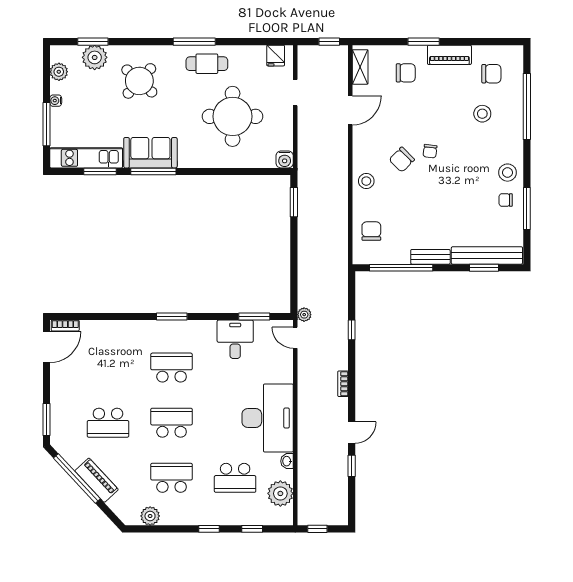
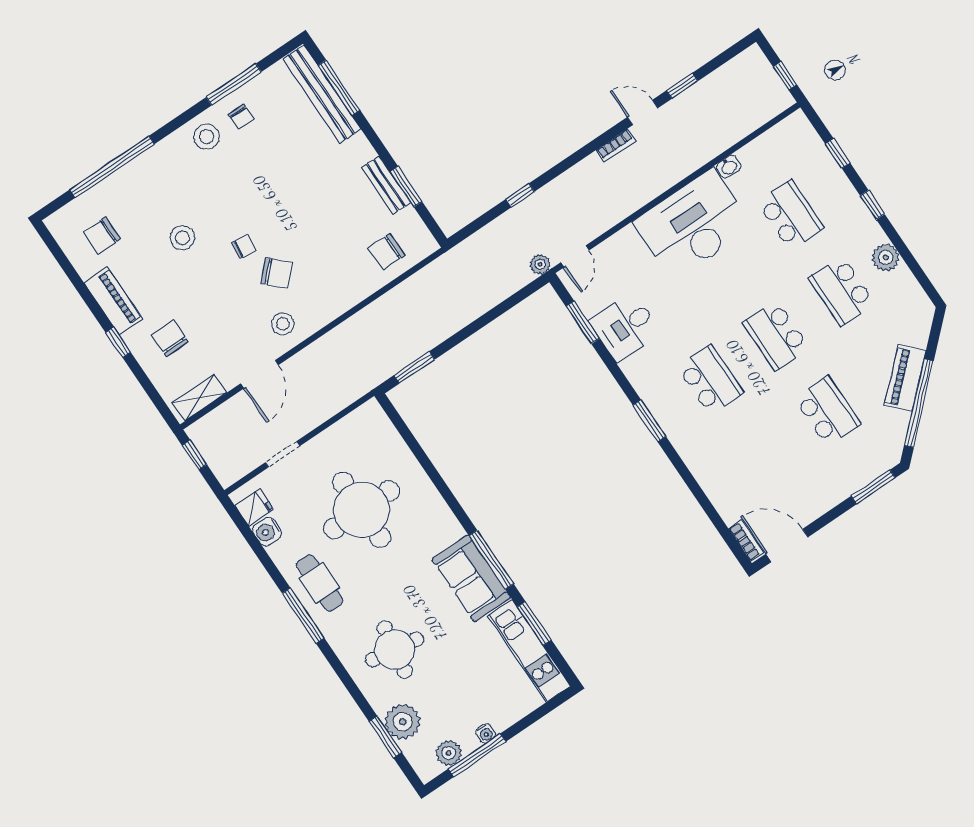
window: (424, 42) -> (118, 342), width x0.67
chair: (491, 74) -> (102, 236), turned -90
round table: (139, 81) -> (395, 650), turned -33
door: (350, 110) -> (259, 374), swing flipped
stool: (482, 114) -> (182, 238), moved
window: (46, 124) -> (477, 755), moved
water cooler: (285, 159) -> (267, 531), moved, turned 180
stool: (366, 181) -> (283, 324), moved
bench: (430, 257) -> (386, 185), moved
window: (401, 268) -> (406, 187), width x0.47
window: (484, 268) -> (339, 88), width x1.44
school desk: (172, 368) -> (710, 380), turned 180
bookcase: (343, 384) -> (616, 146), moved
plant: (280, 493) -> (773, 148), removed
plant: (150, 516) -> (886, 257), moved

